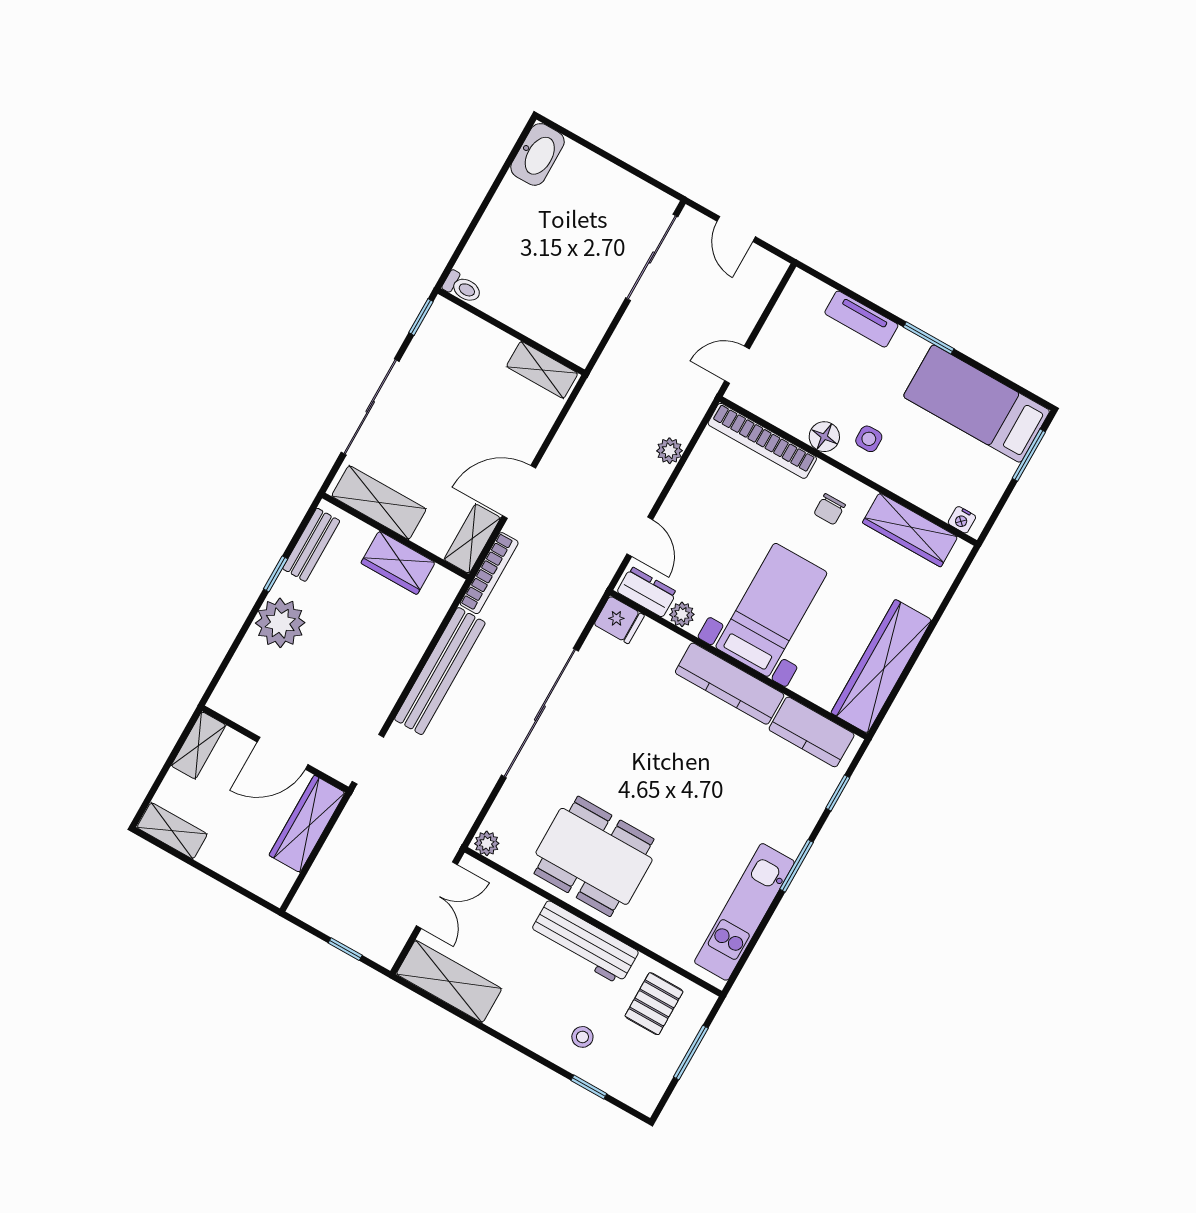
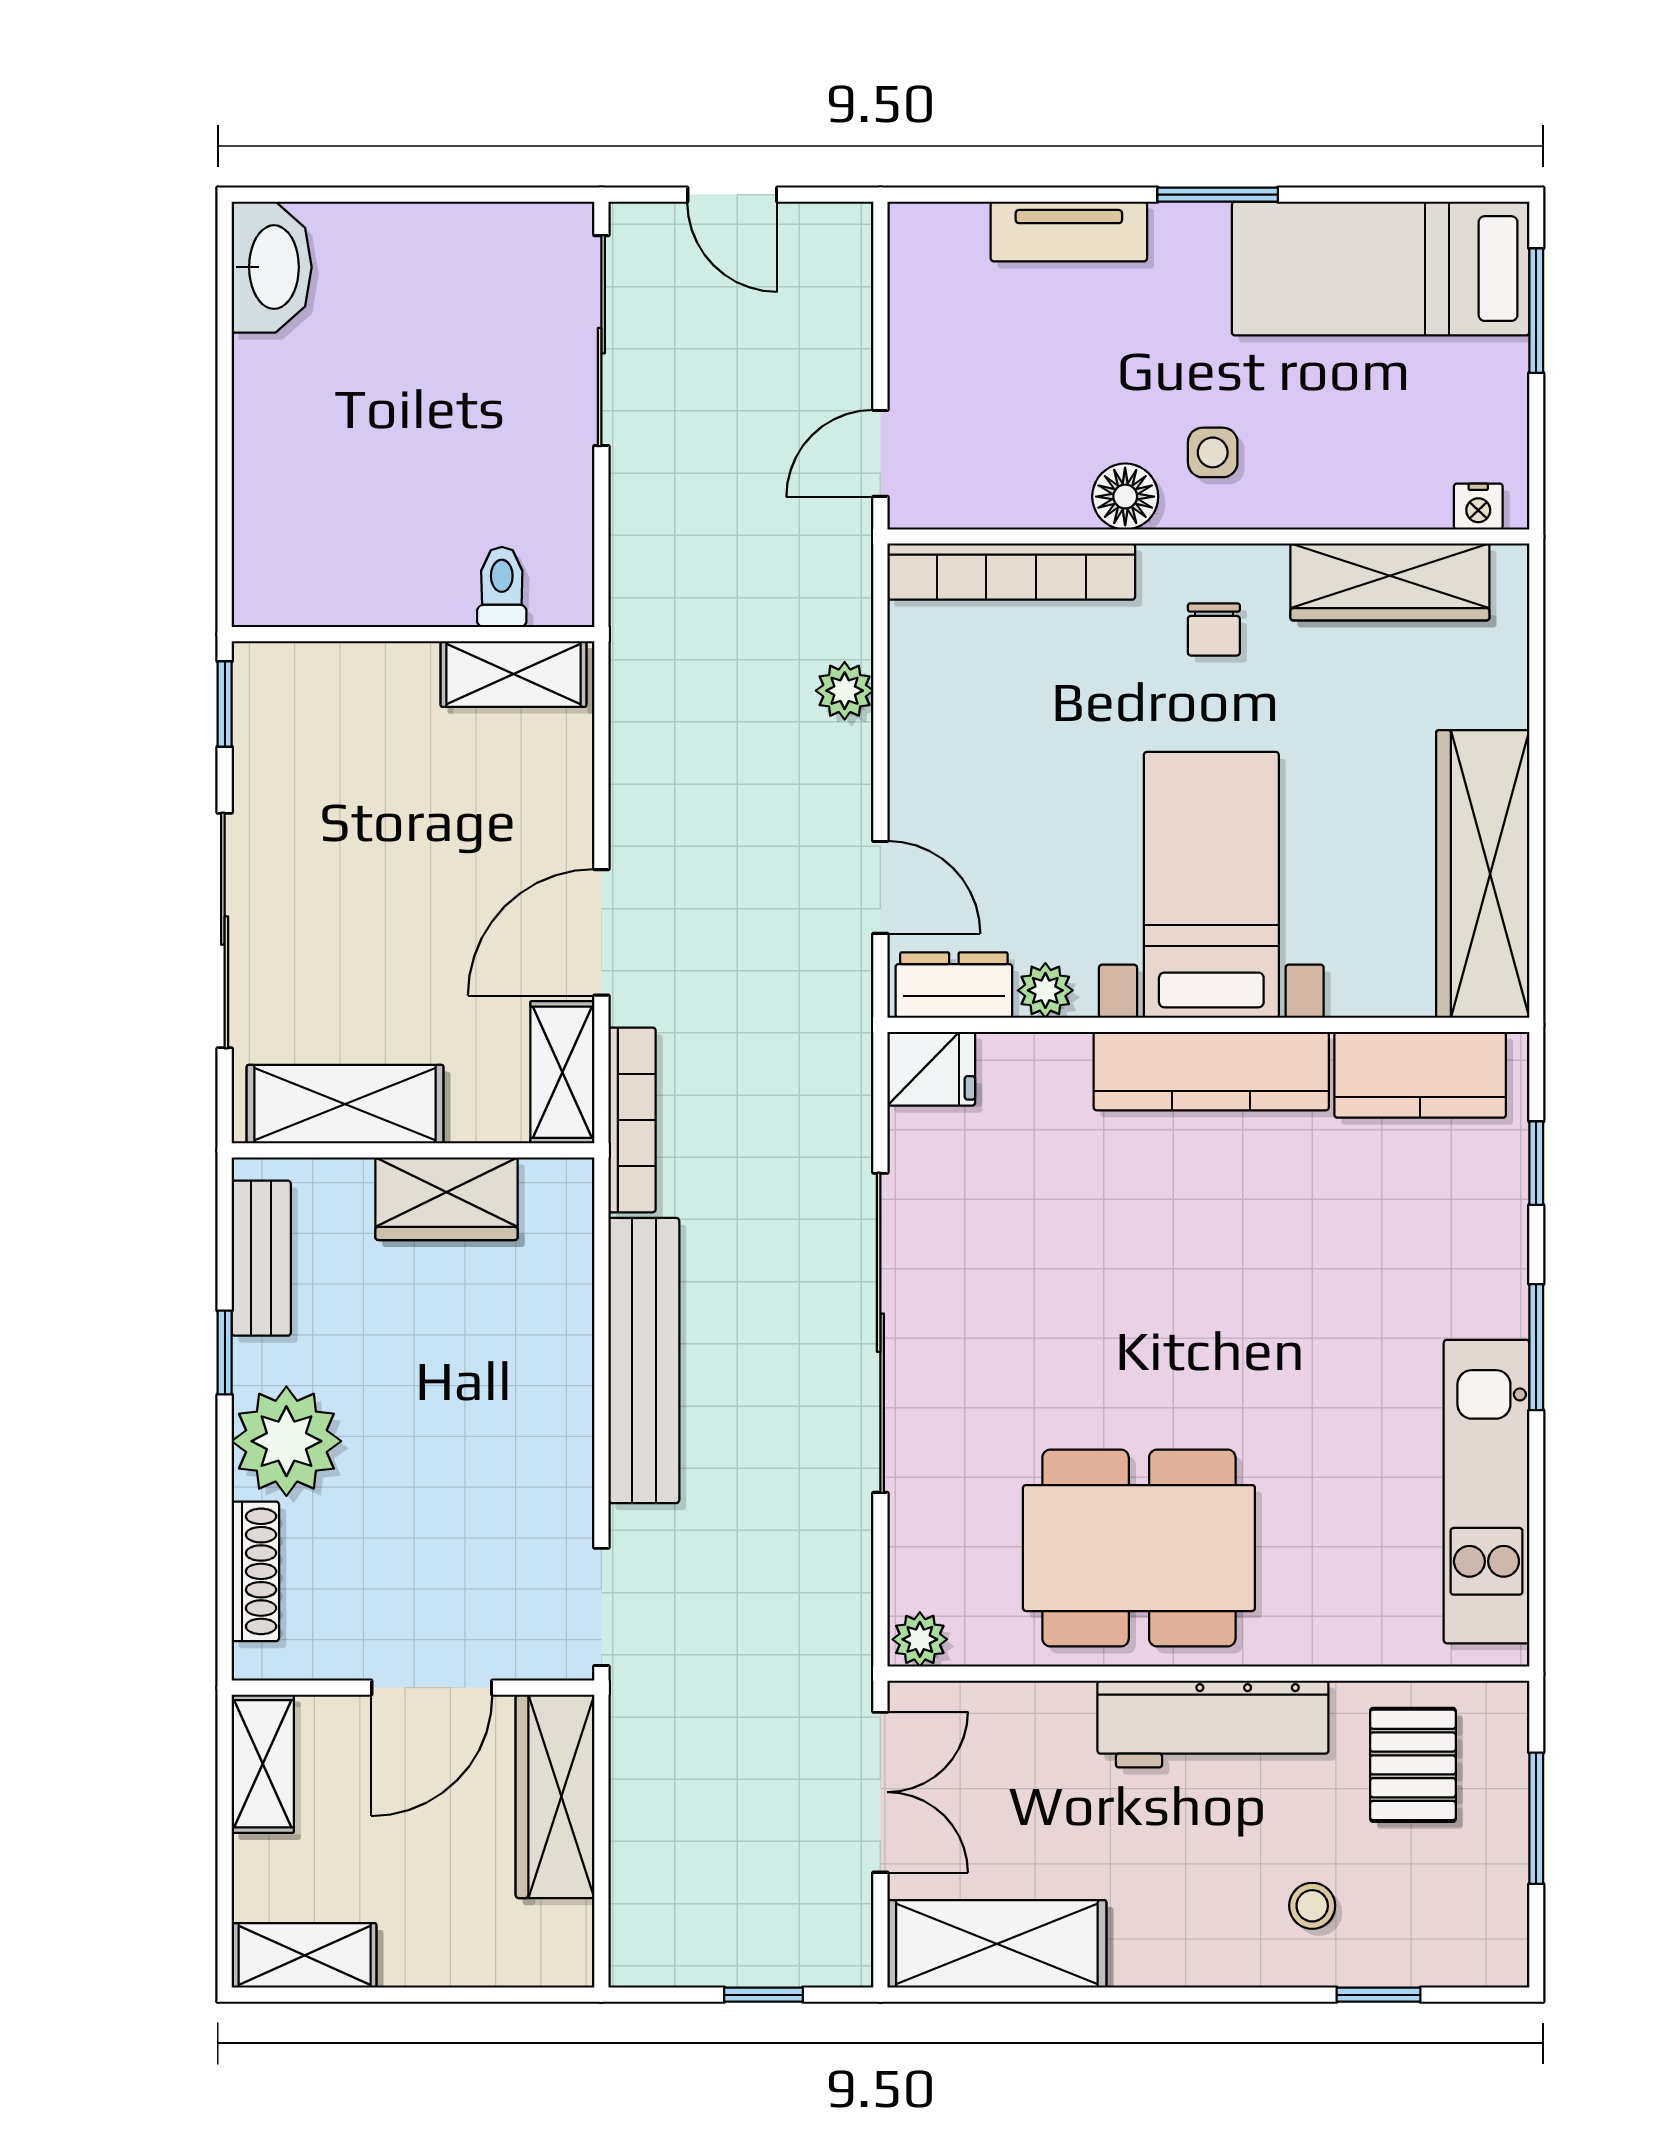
toilet: (462, 287) -> (502, 587), moved, turned -90
shoe rack: (239, 668) -> (255, 1571), added

